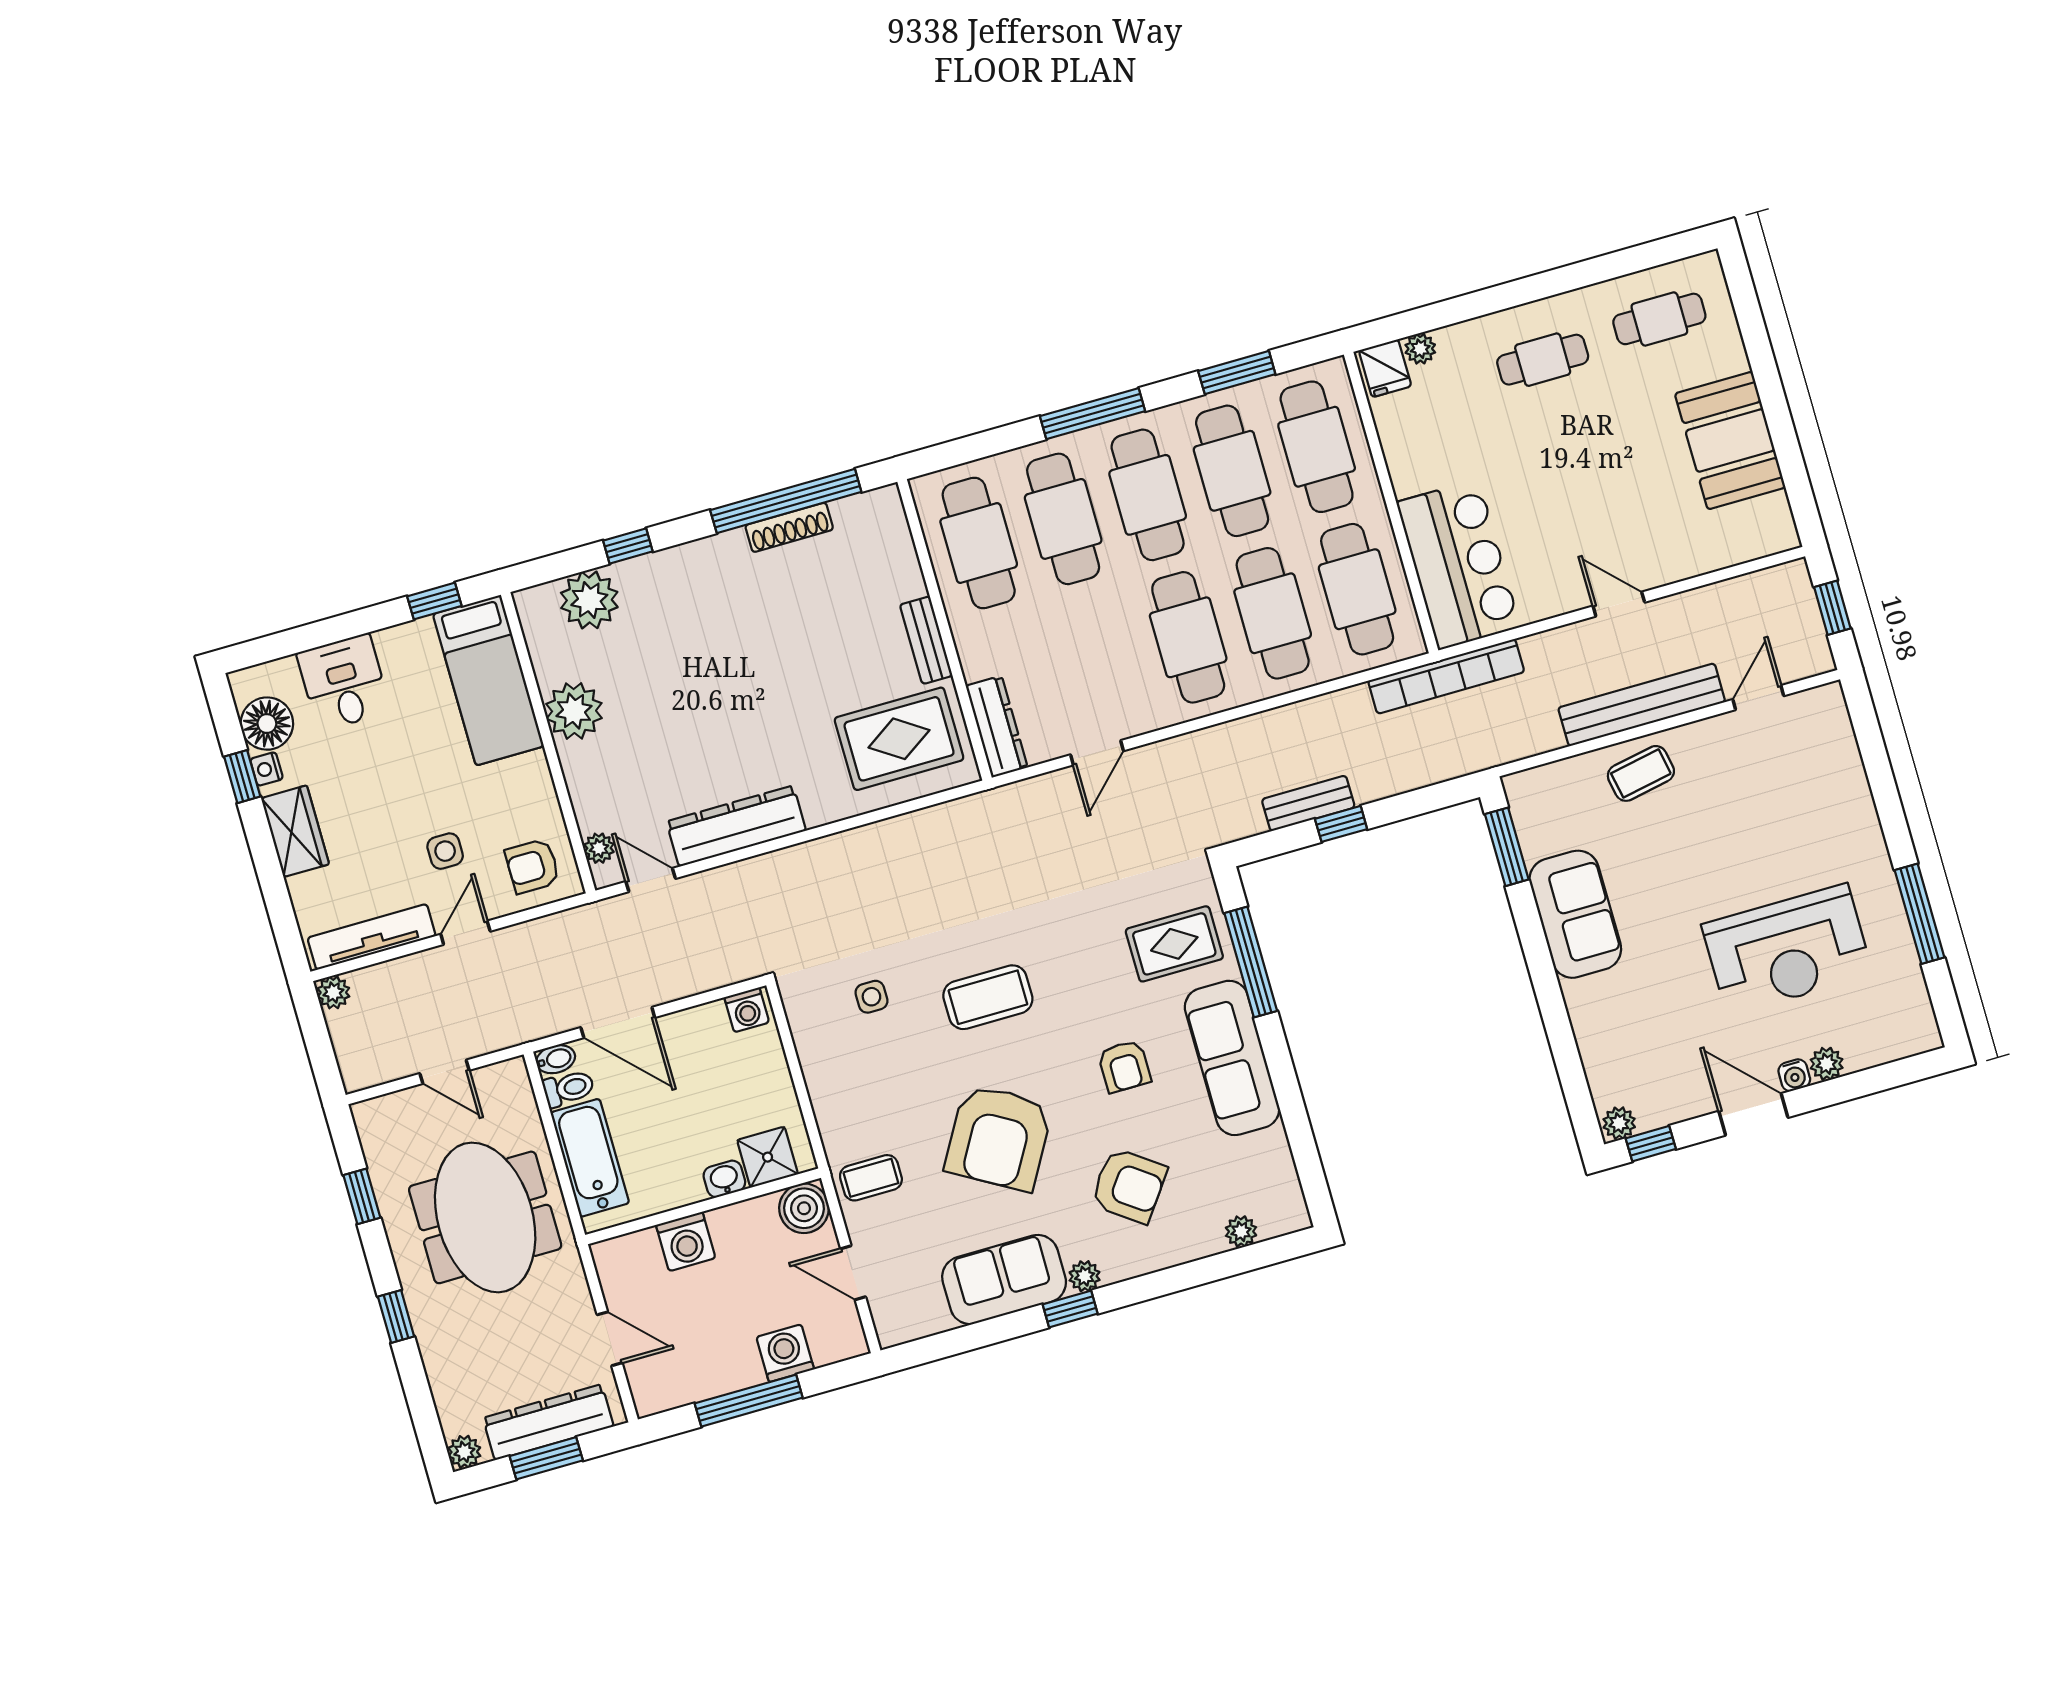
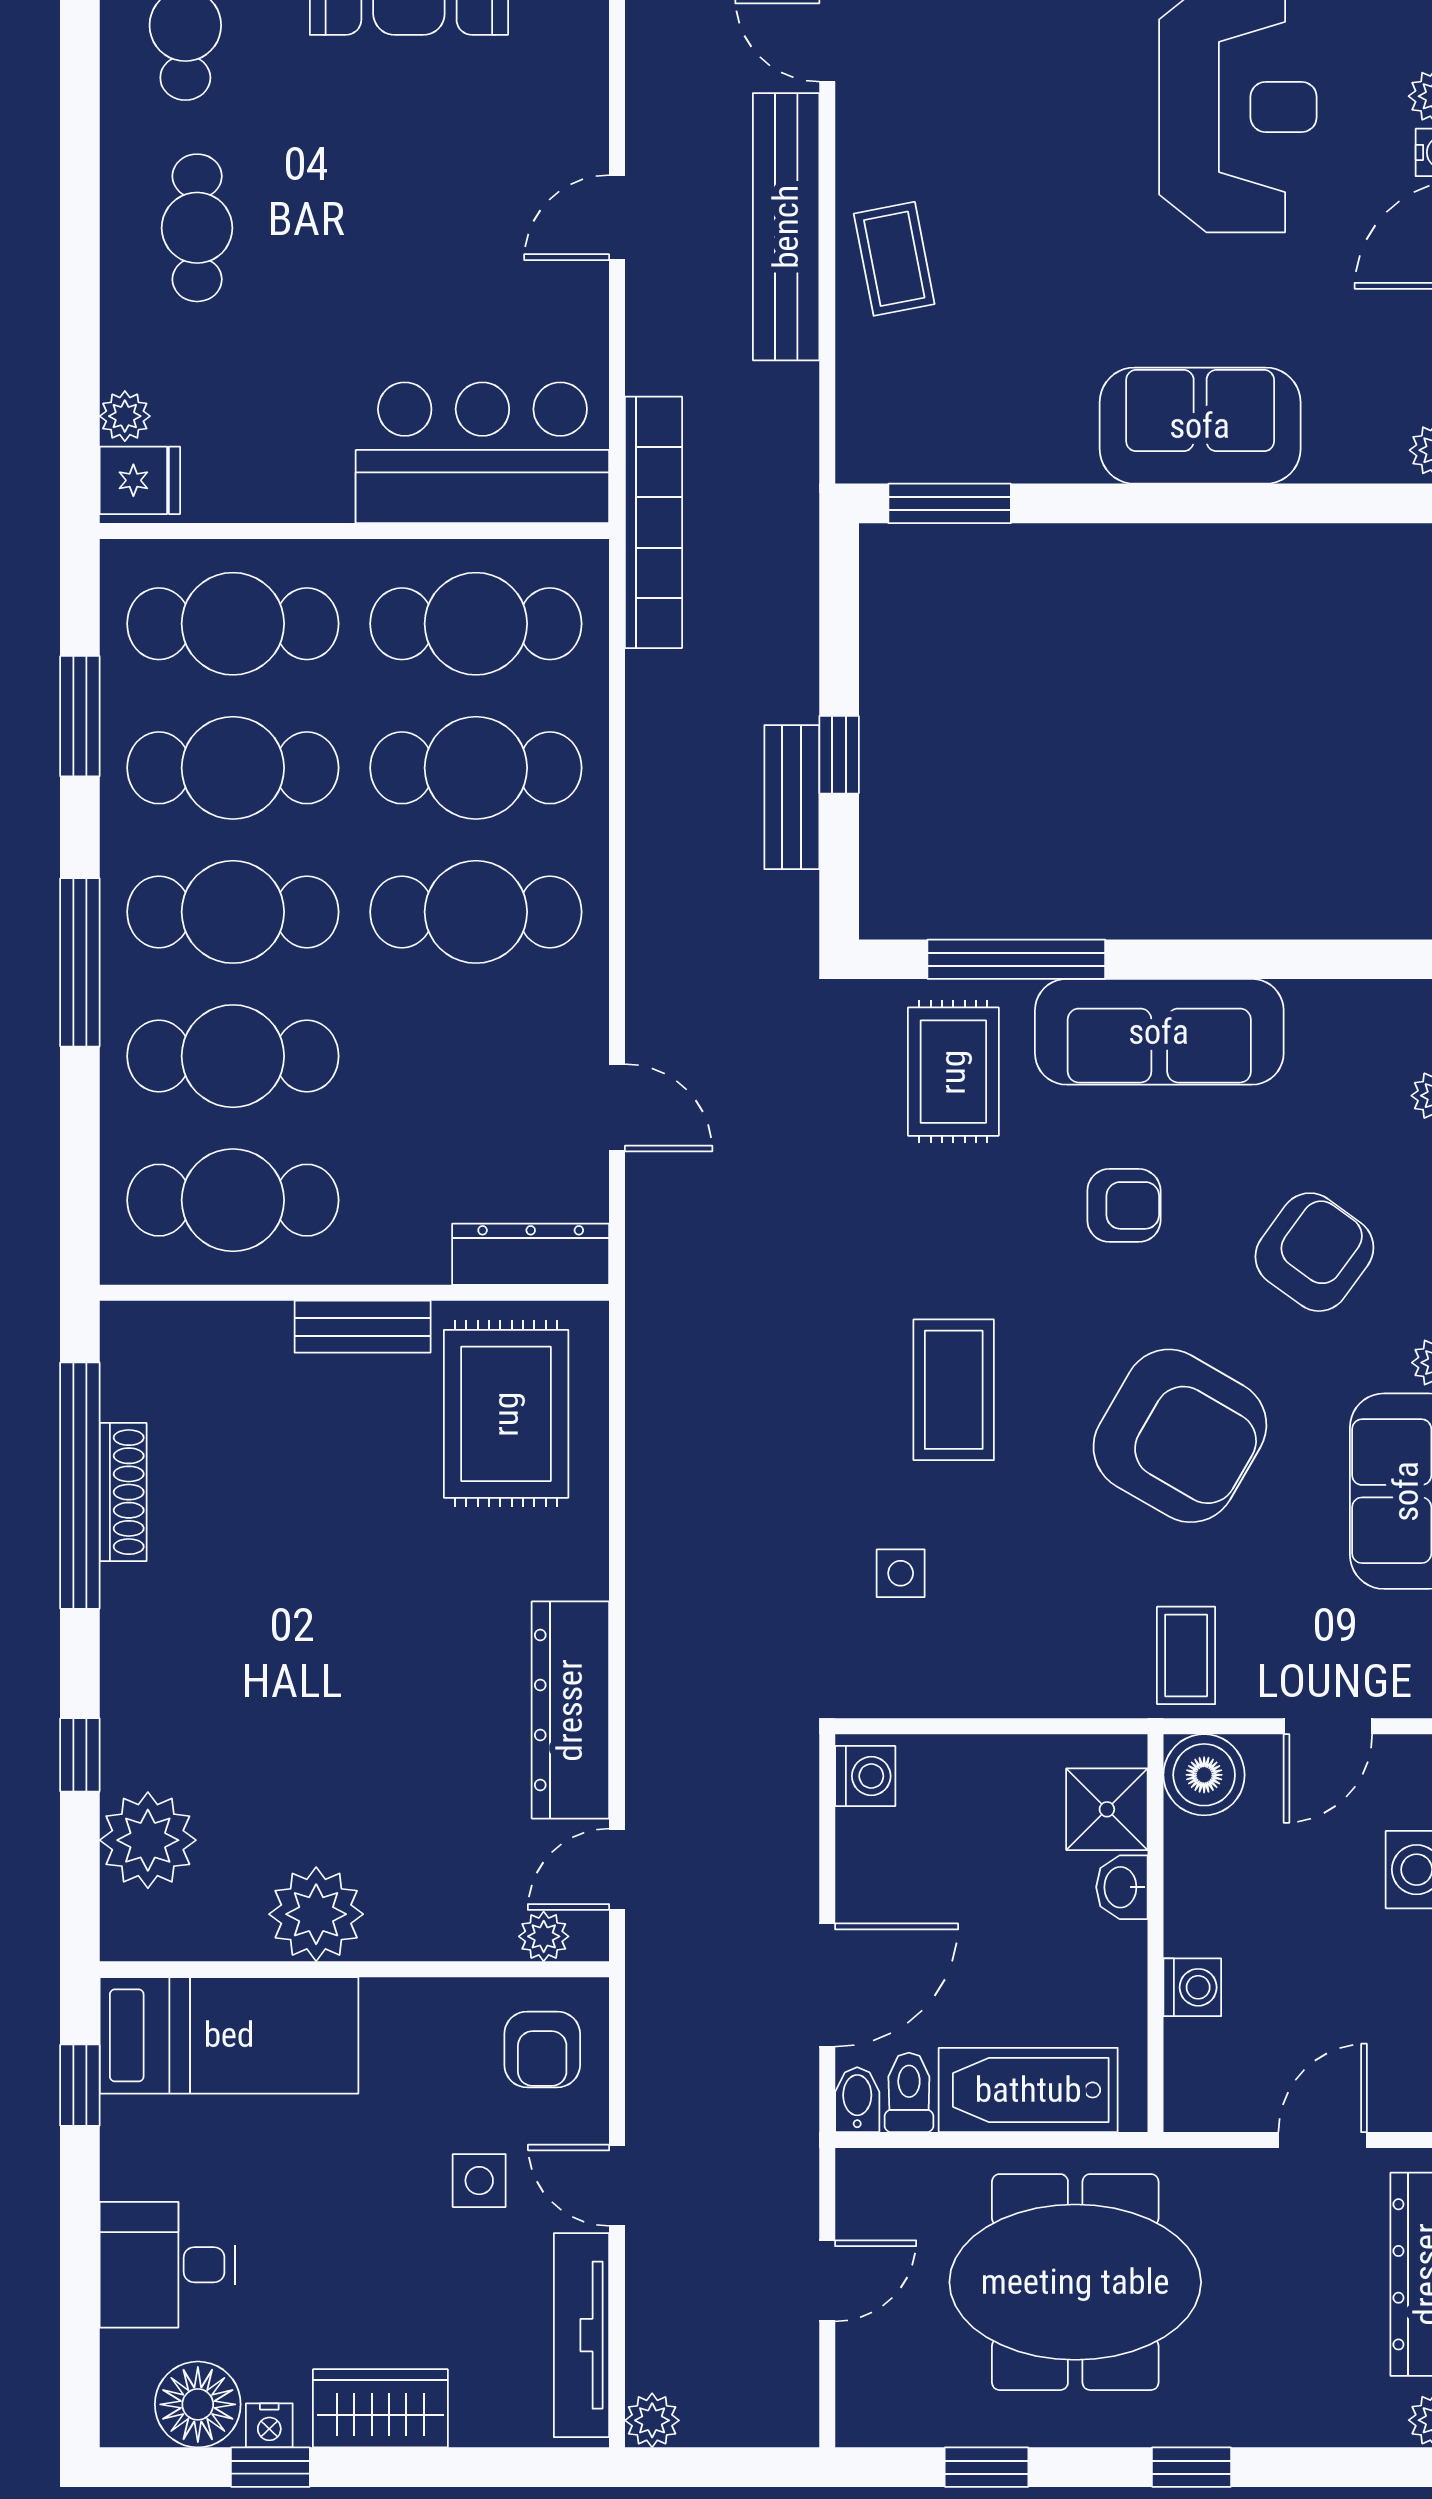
sofa: (1575, 914) -> (1200, 426), moved
washing machine: (686, 1241) -> (1192, 1987), width x0.73, depth x0.73

